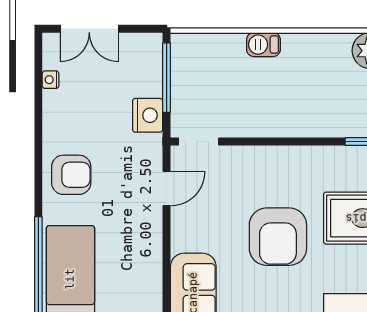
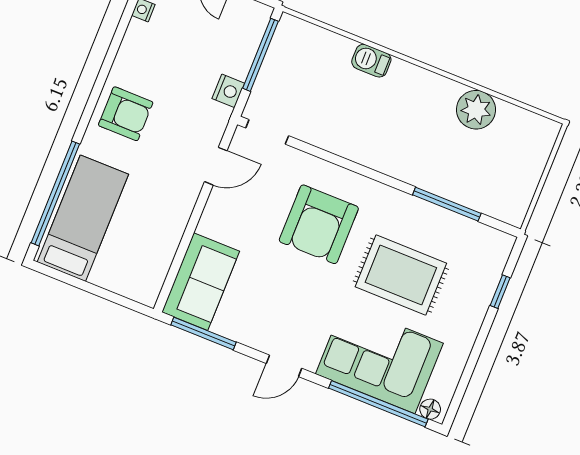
nightstand: (148, 115) -> (228, 91), width x0.74, depth x0.75
armchair: (278, 237) -> (319, 224), moved

